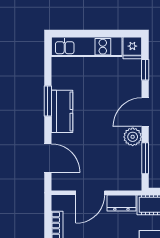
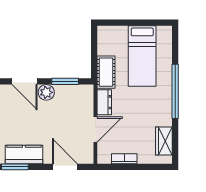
door: (48, 158) -> (65, 167), hinge flipped
door: (90, 193) -> (95, 130), hinge flipped

